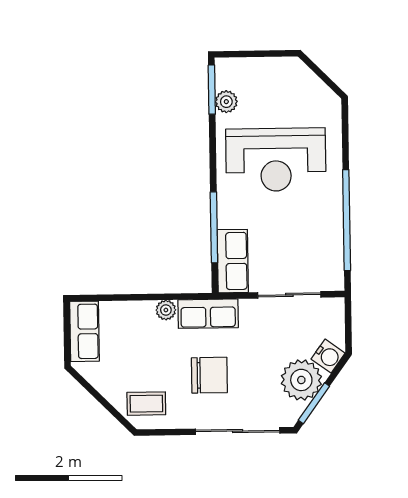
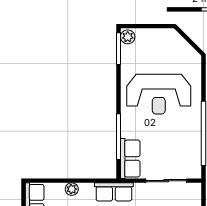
plant: (226, 102) -> (128, 37), moved
plant: (166, 310) -> (72, 189), moved

